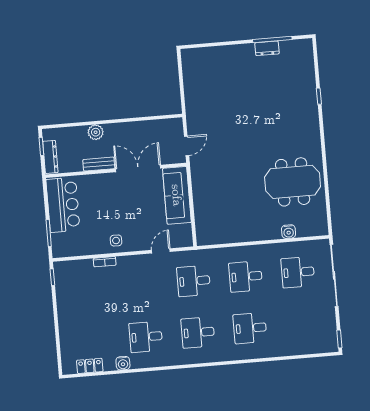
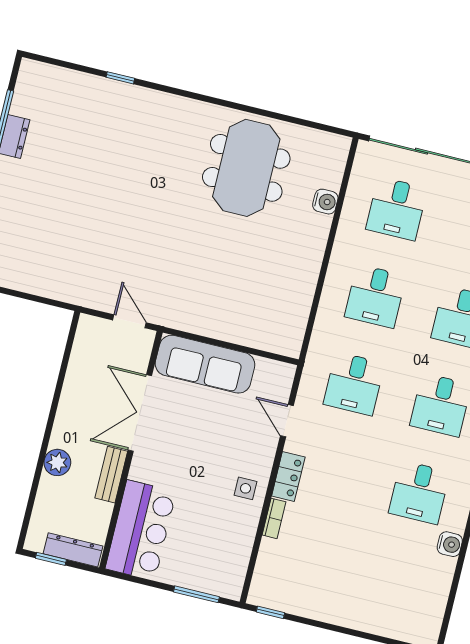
bar counter: (63, 205) -> (141, 530), moved, turned 90
locker: (90, 366) -> (288, 477), moved, turned 180

